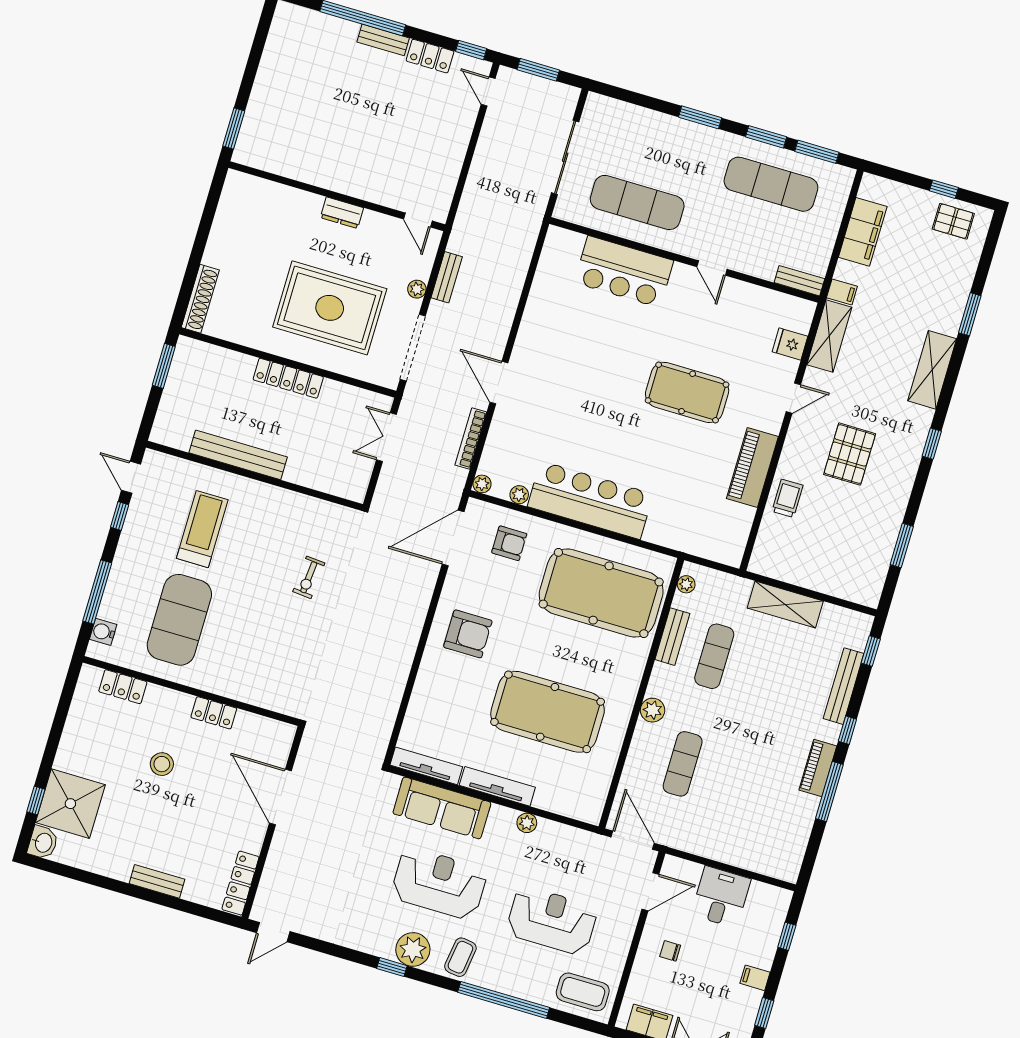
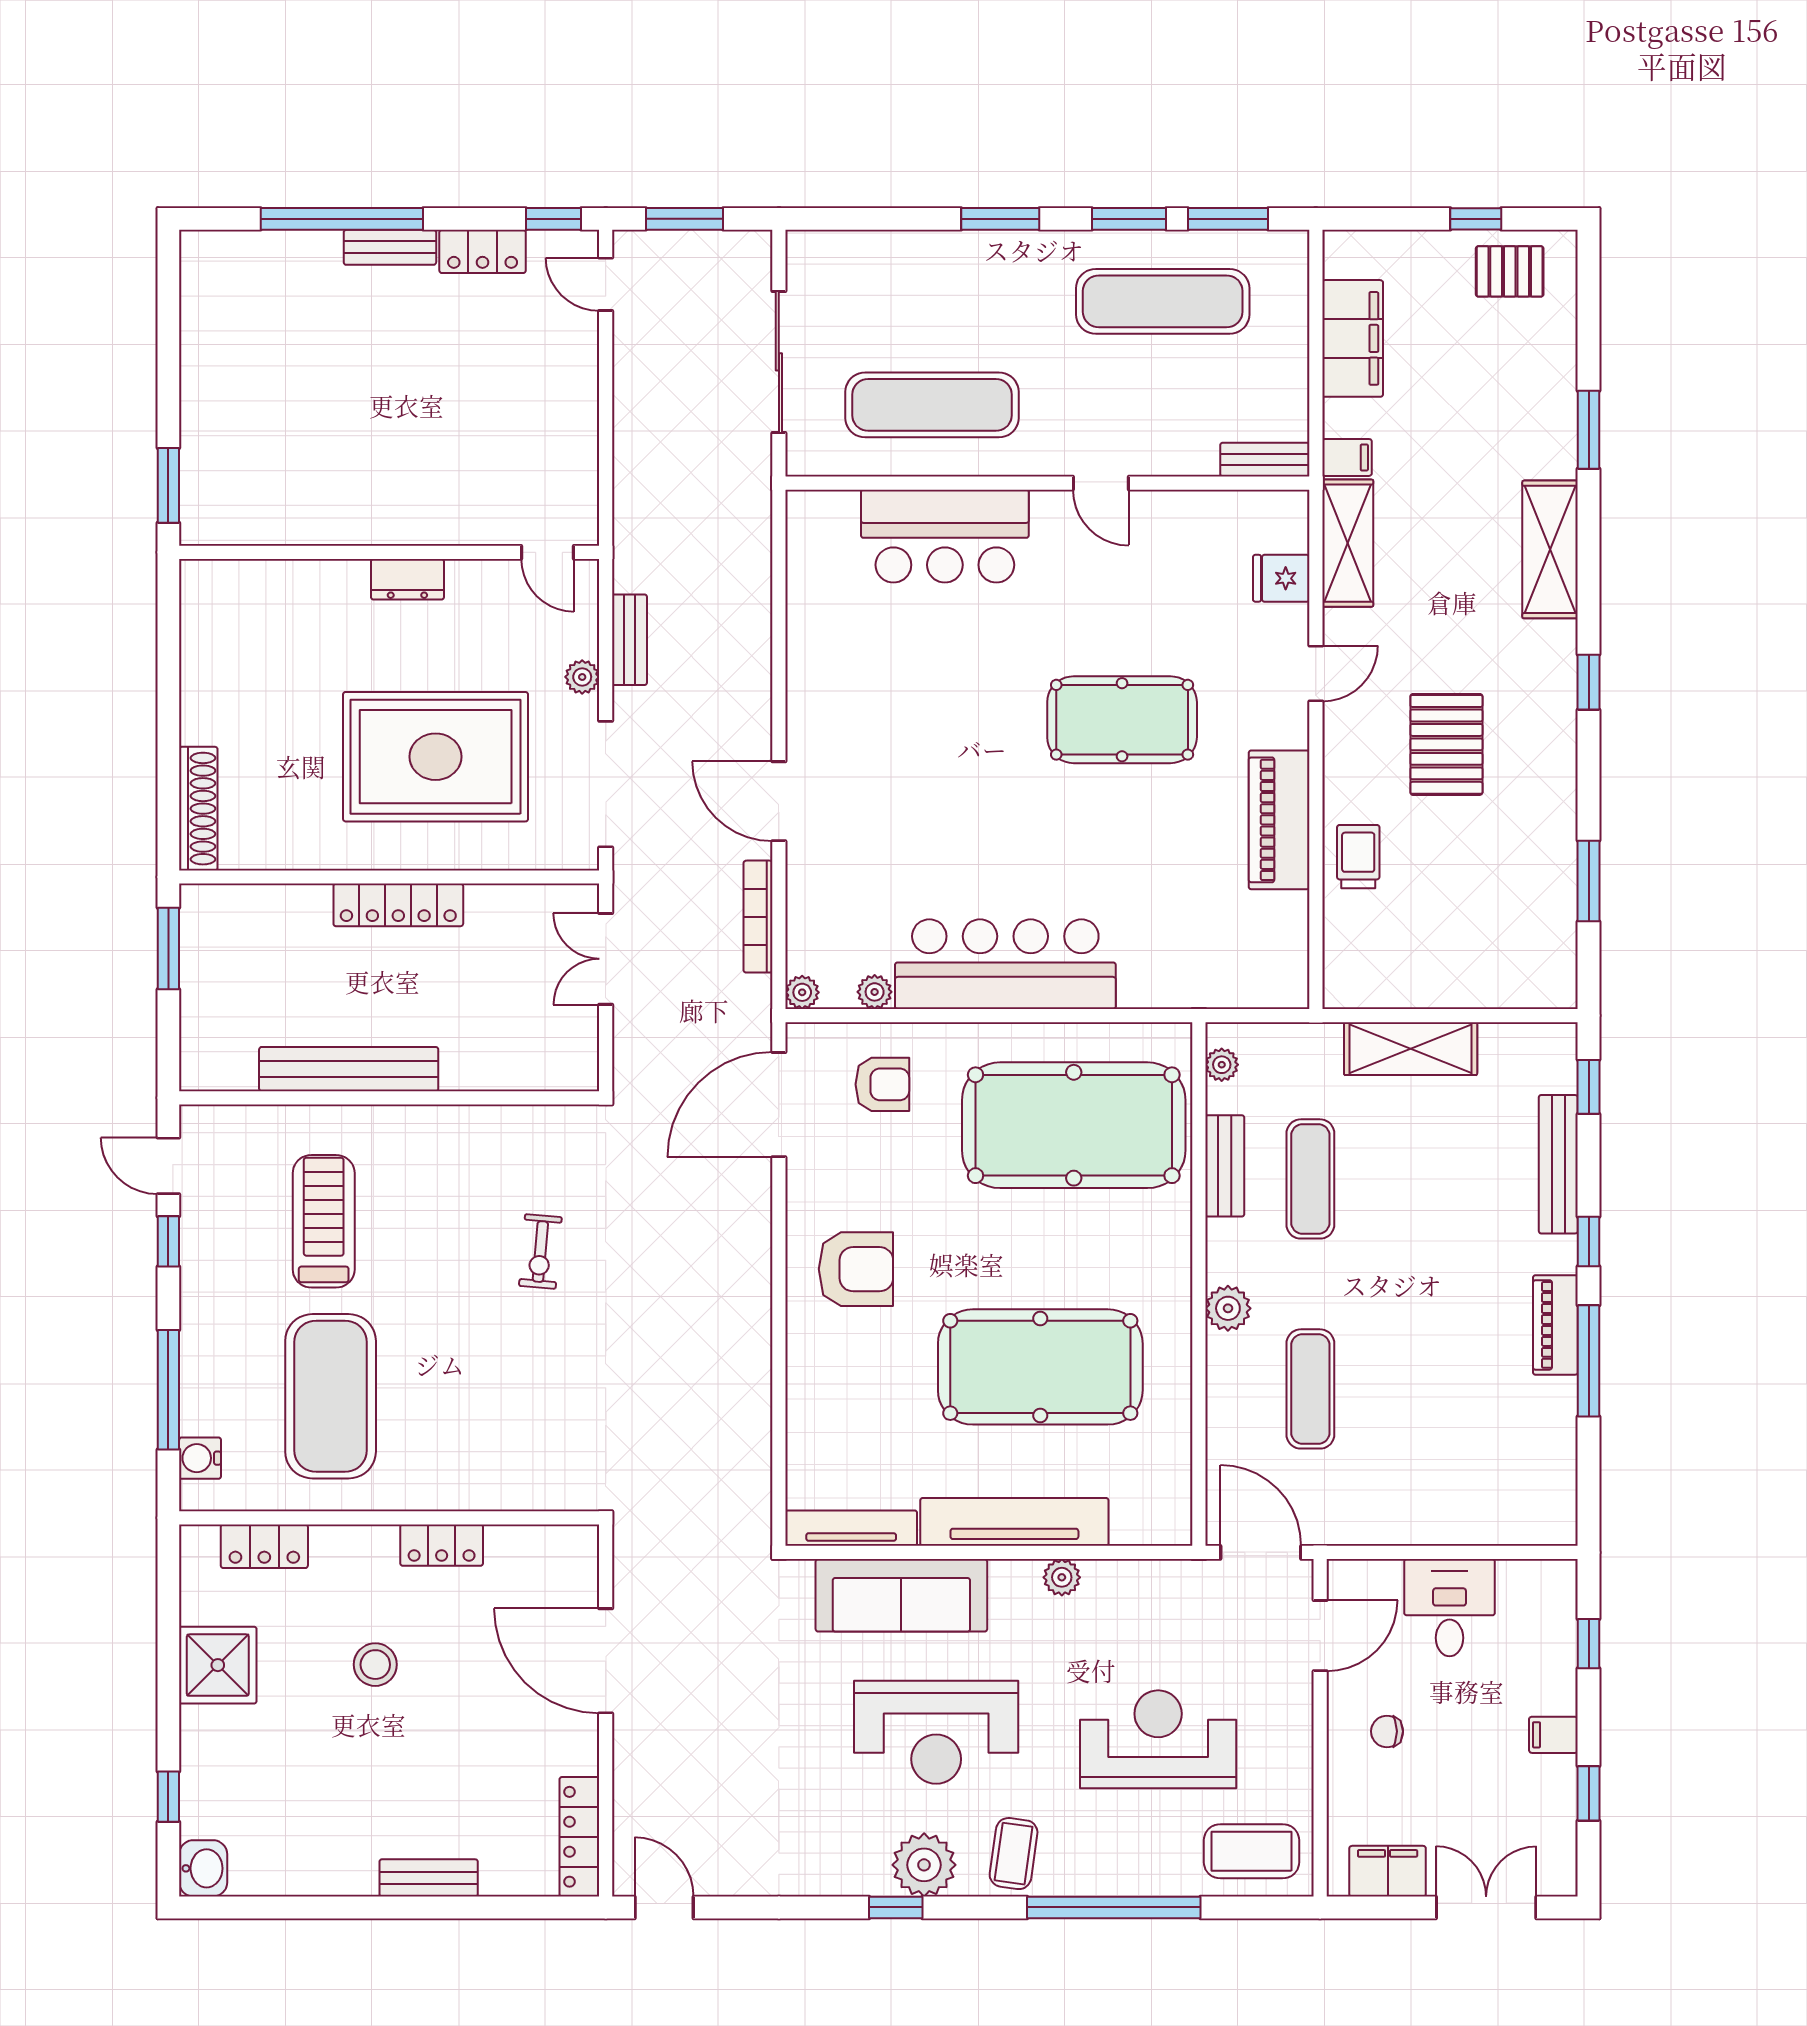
tv unit: (497, 786) -> (1014, 1522), width x1.36, depth x1.29
shower: (70, 804) -> (218, 1665), moved, width x0.73, depth x0.73
reception desk: (439, 883) -> (936, 1732), turned 180
door: (273, 932) -> (664, 1907), swing flipped

